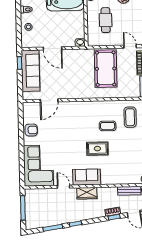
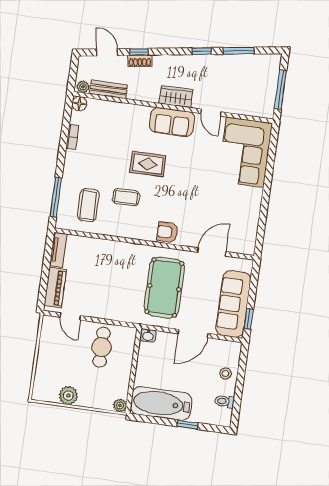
cafe table: (106, 20) -> (101, 347), moved
door: (53, 48) -> (193, 333), swing flipped
pool table: (106, 69) -> (164, 288), moved
armchair: (31, 130) -> (167, 232), moved

